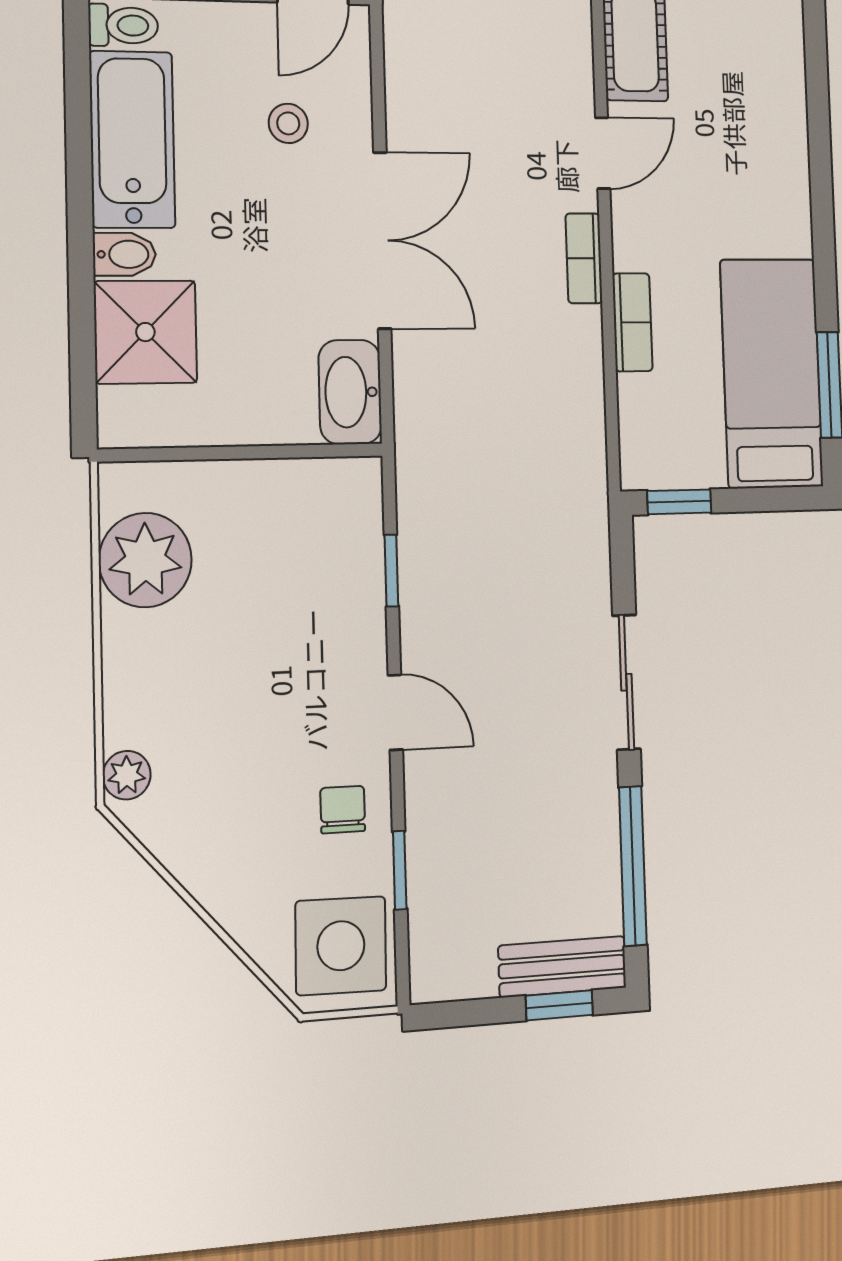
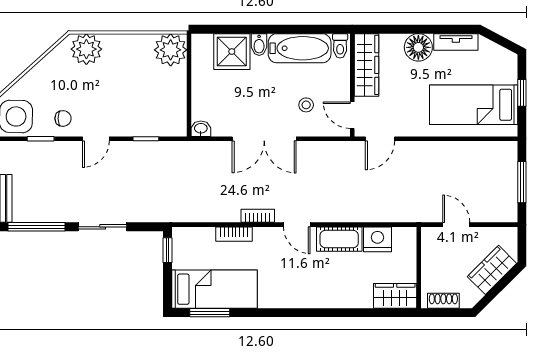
washbasin: (350, 392) -> (201, 129), width x0.52, depth x0.69
plant: (145, 560) -> (171, 50), moved
plant: (127, 775) -> (86, 49), width x1.88, depth x1.88

